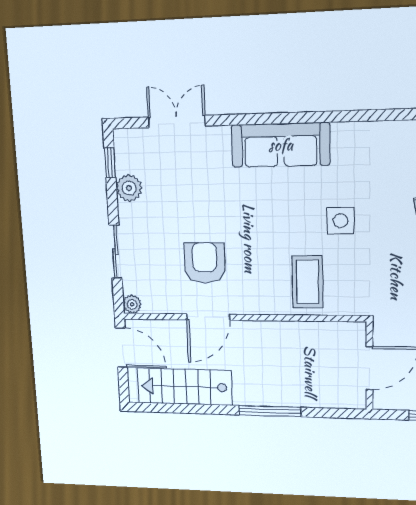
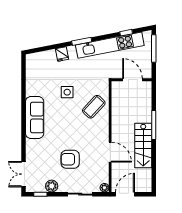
double door: (177, 122) -> (24, 174), moved
armchair: (205, 263) -> (70, 159), moved
coffee table: (308, 282) -> (94, 107), turned -47
stairs: (184, 387) -> (143, 145), moved

